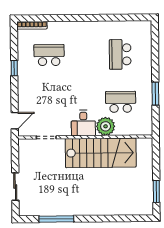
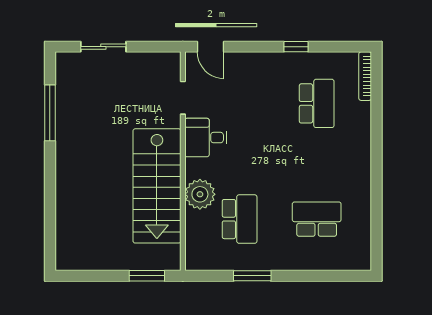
desk: (83, 123) -> (206, 138), moved
window: (156, 191) -> (147, 276), moved

